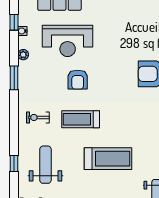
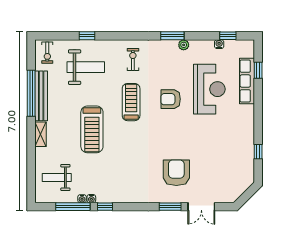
reception desk: (68, 41) -> (209, 89), turned 180
plant: (23, 55) -> (184, 45), moved

